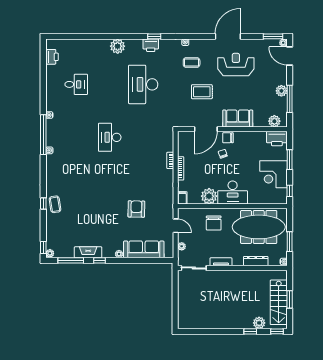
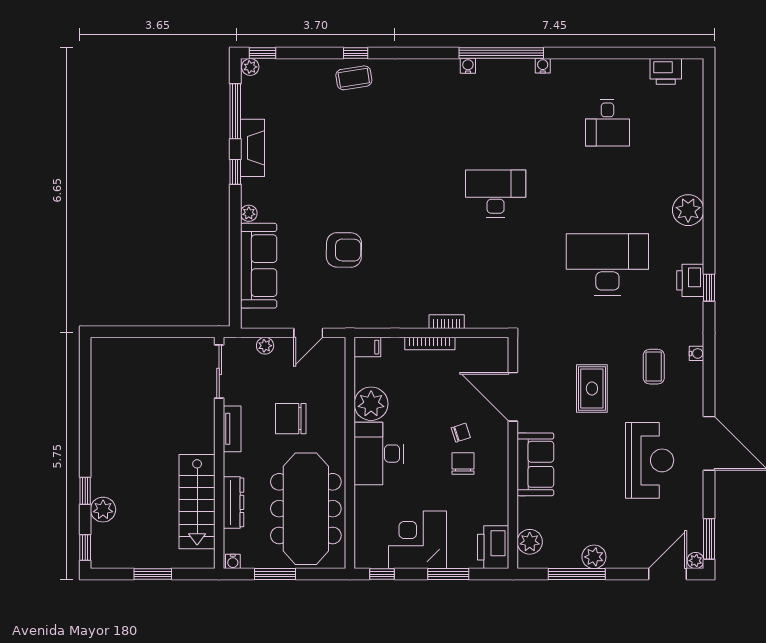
chair: (228, 138) -> (463, 464), moved
chair: (214, 223) -> (291, 419), moved
stairs: (279, 302) -> (197, 502), moved, turned -90

